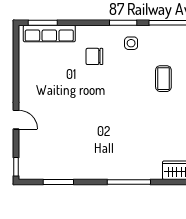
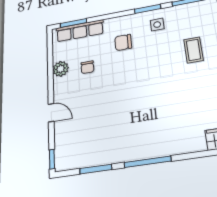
plant: (27, 74) -> (61, 69), added
chair: (55, 77) -> (87, 67), added
window: (129, 182) -> (148, 162), moved

